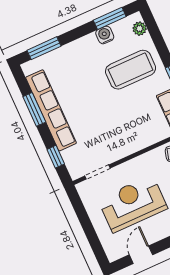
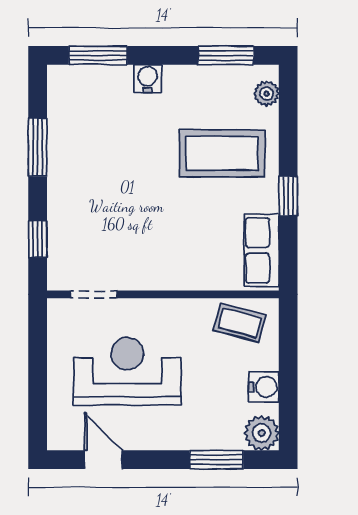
water cooler: (105, 35) -> (148, 79), moved
row of seats: (51, 110) -> (64, 161), removed
door: (141, 255) -> (103, 460), hinge flipped

